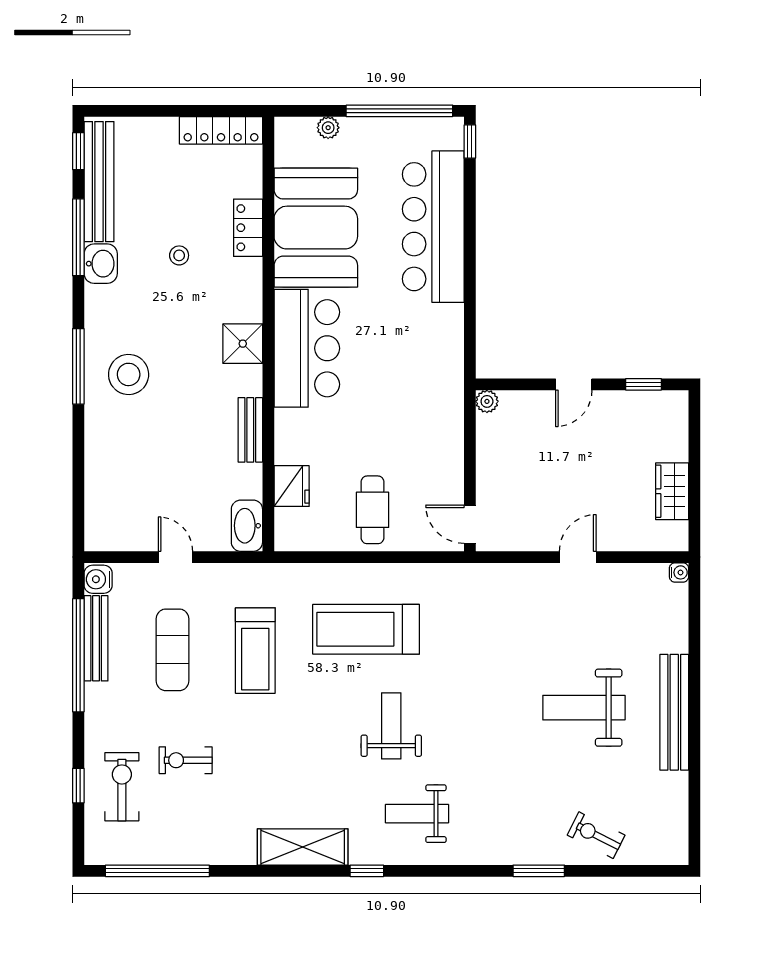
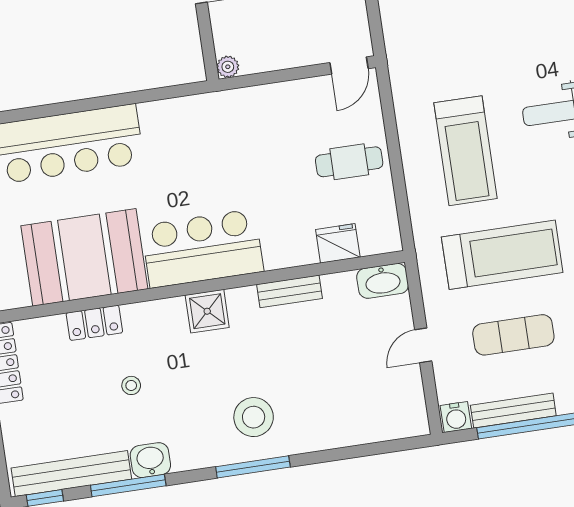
treadmill: (255, 651) -> (502, 255), width x1.37, depth x1.38

